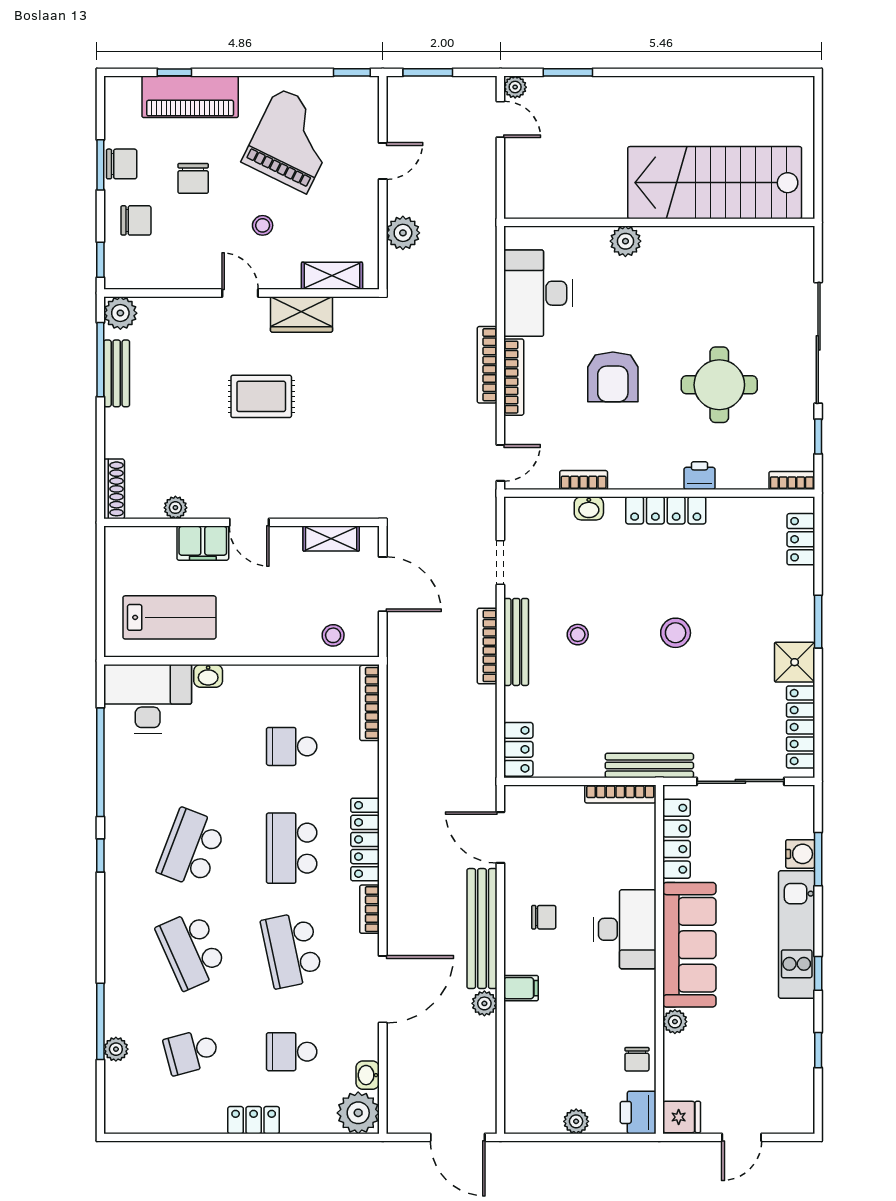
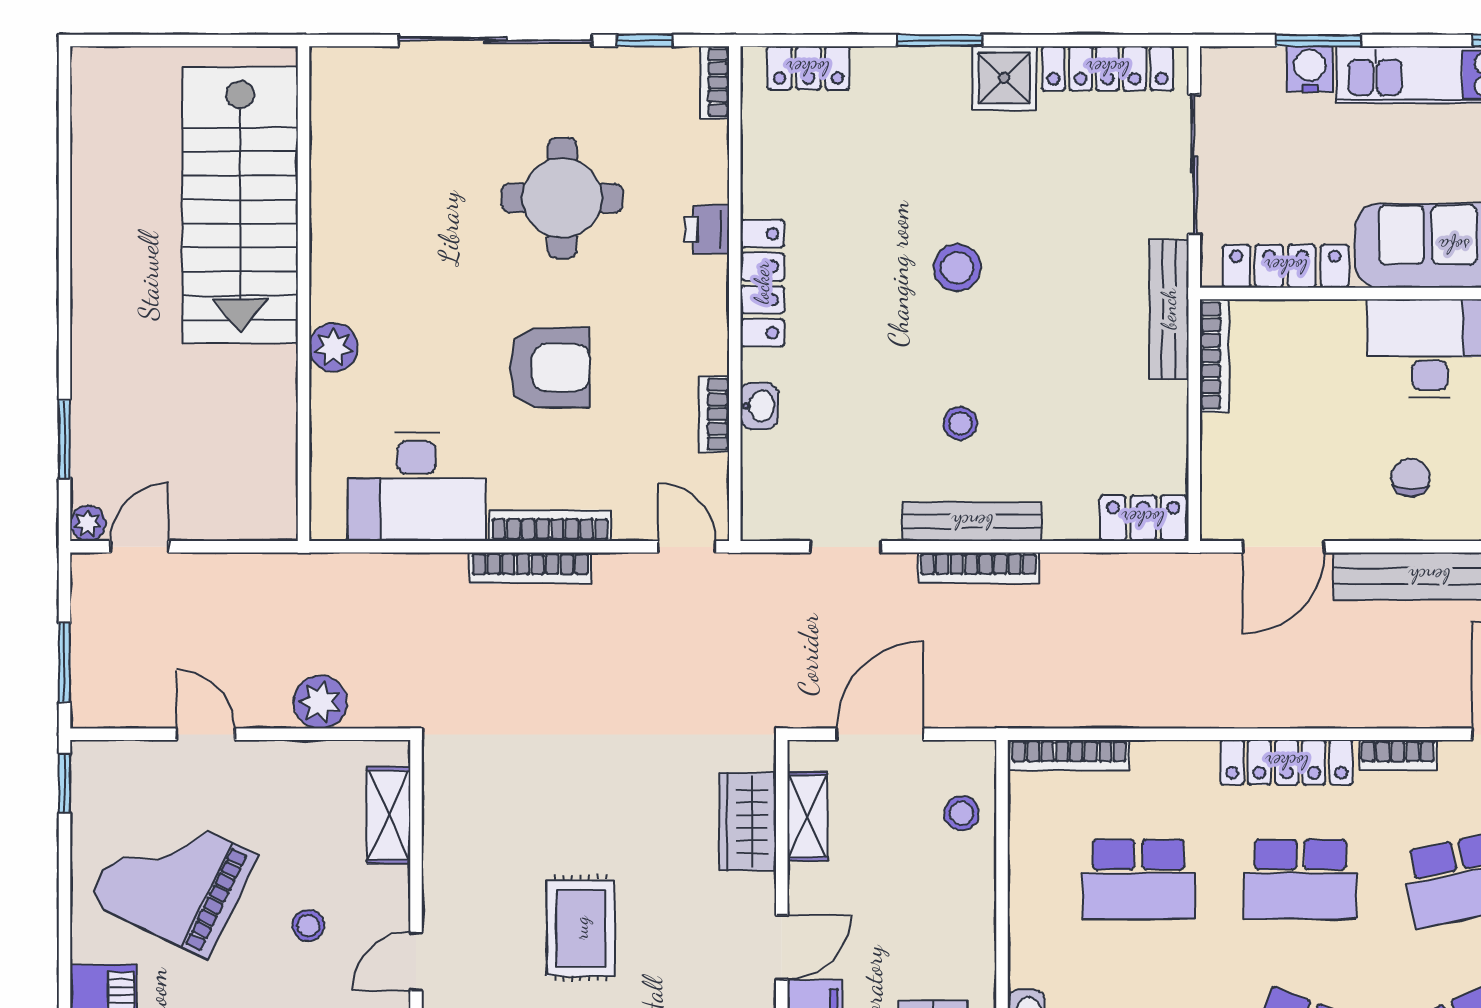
wardrobe: (302, 314) -> (748, 822), moved, turned 180
school desk: (292, 746) -> (1138, 879), width x1.85

